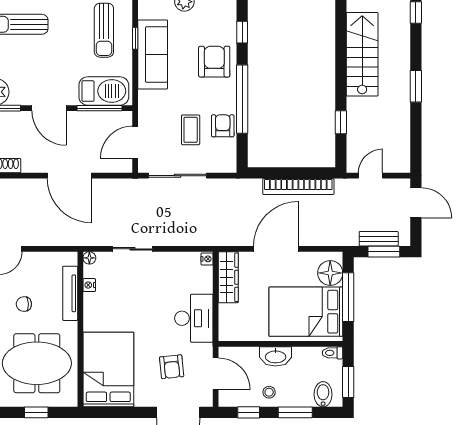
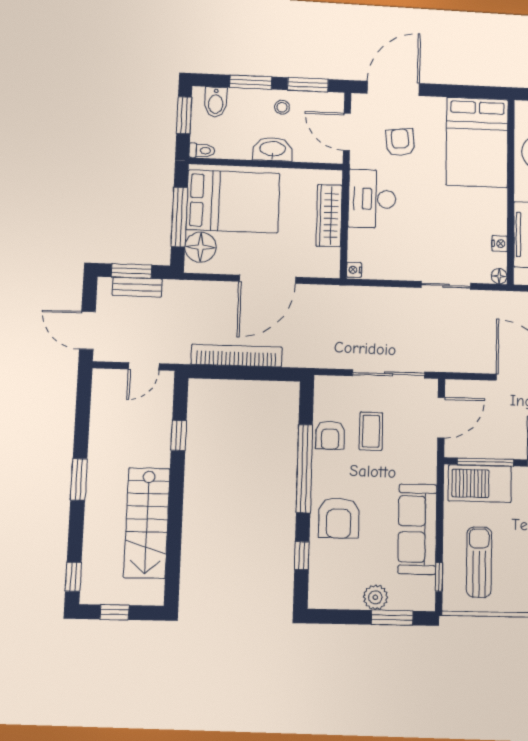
window: (135, 38) -> (439, 577), moved
wardrobe: (228, 277) -> (329, 216), moved
window: (249, 412) -> (308, 85), width x1.50

